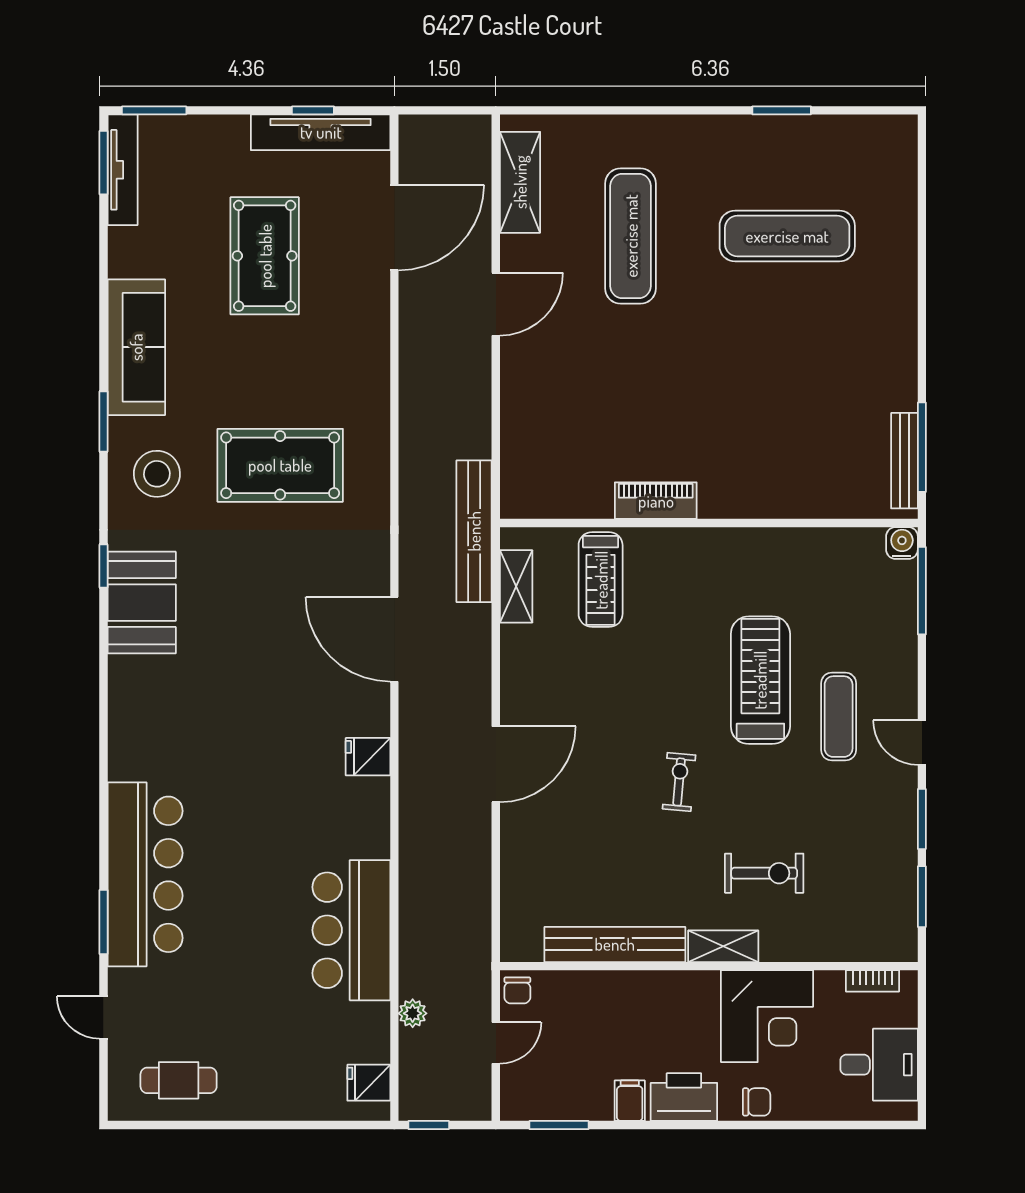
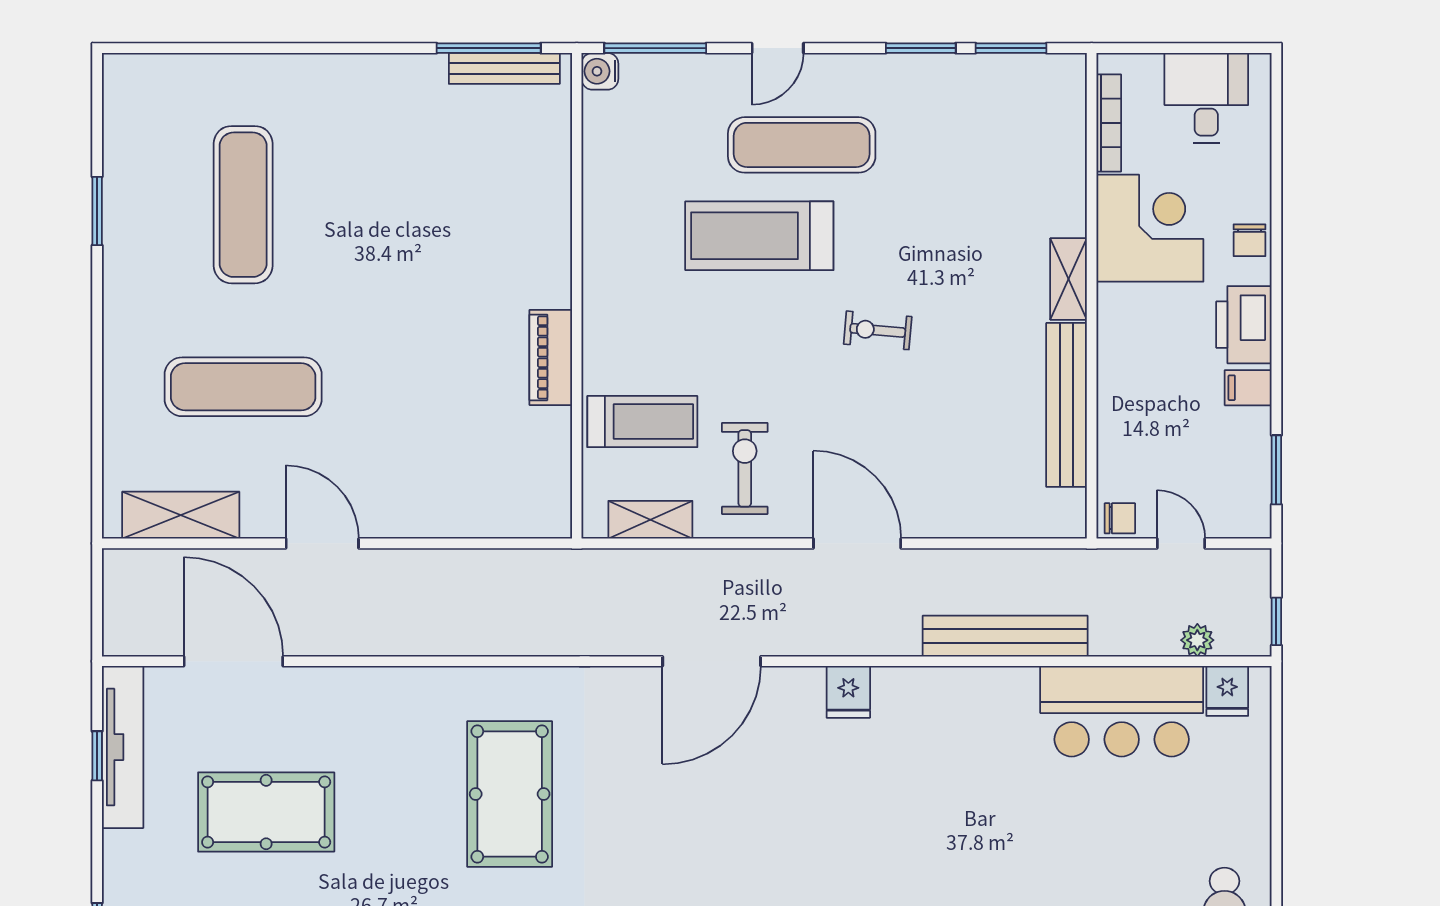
bench: (474, 531) -> (1005, 636), moved
exercise mat: (839, 717) -> (802, 145), width x1.36, depth x1.45
door: (922, 743) -> (778, 48), moved
exercise bike: (764, 873) -> (745, 468), moved
bar counter: (351, 930) -> (1122, 711), moved
bookcase: (873, 981) -> (1109, 123), width x1.56
plant: (413, 1013) -> (1197, 640), moved
chair: (757, 1102) -> (1250, 240), turned 180

